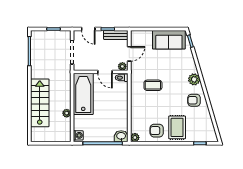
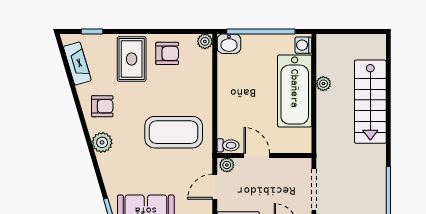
coffee table: (153, 85) -> (174, 132), width x1.86, depth x1.72
bathtub: (83, 94) -> (295, 91), moved
fireplace: (208, 125) -> (77, 64), added

